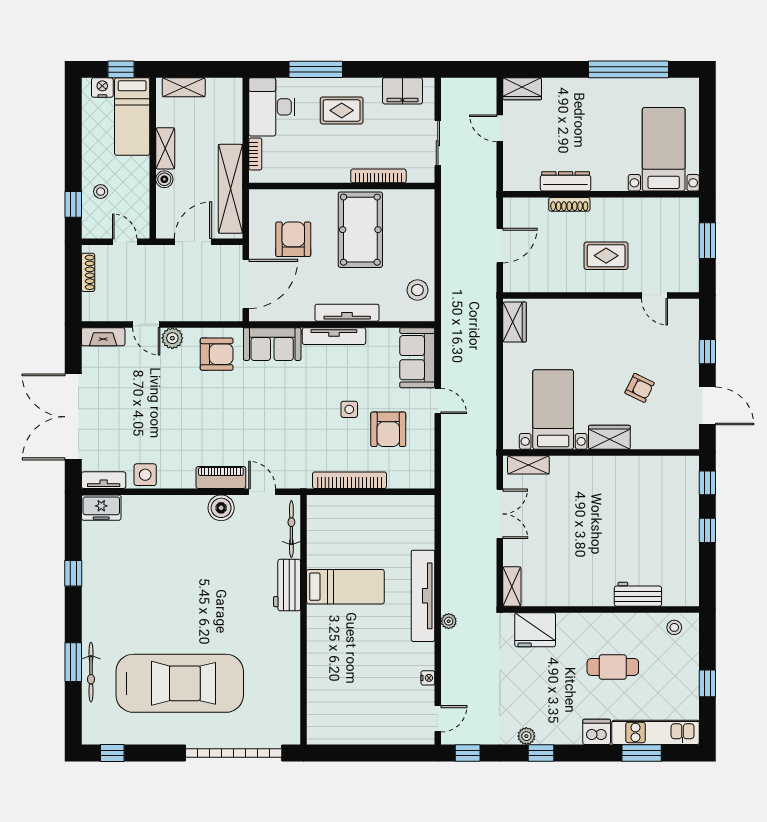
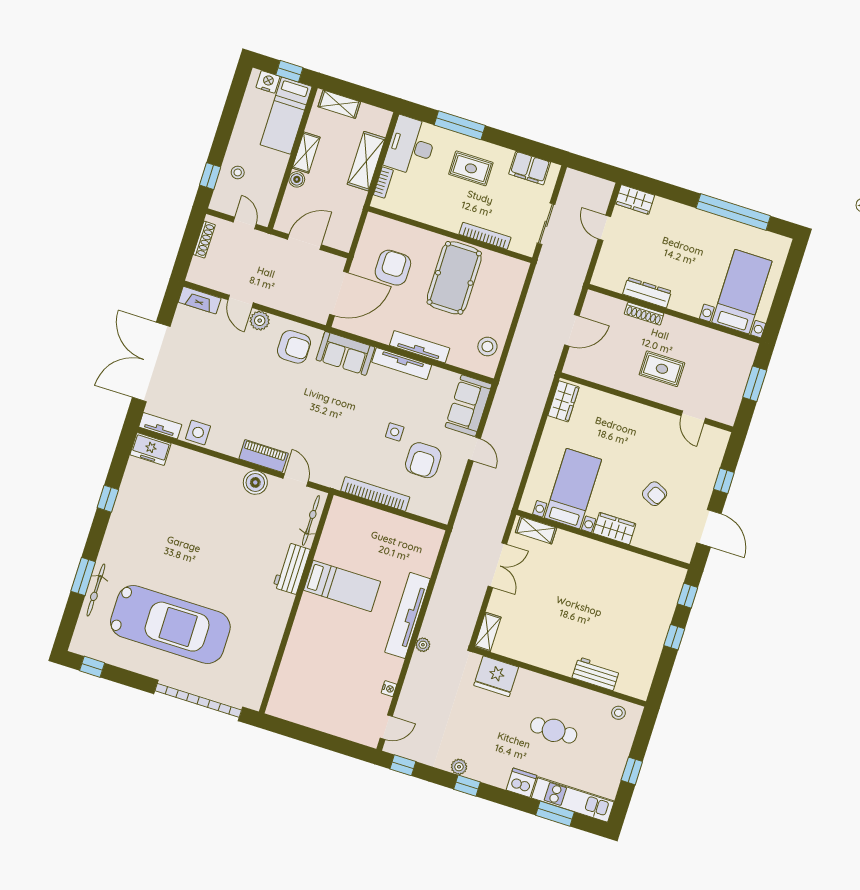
shelving: (230, 189) -> (366, 161), moved, width x0.68

